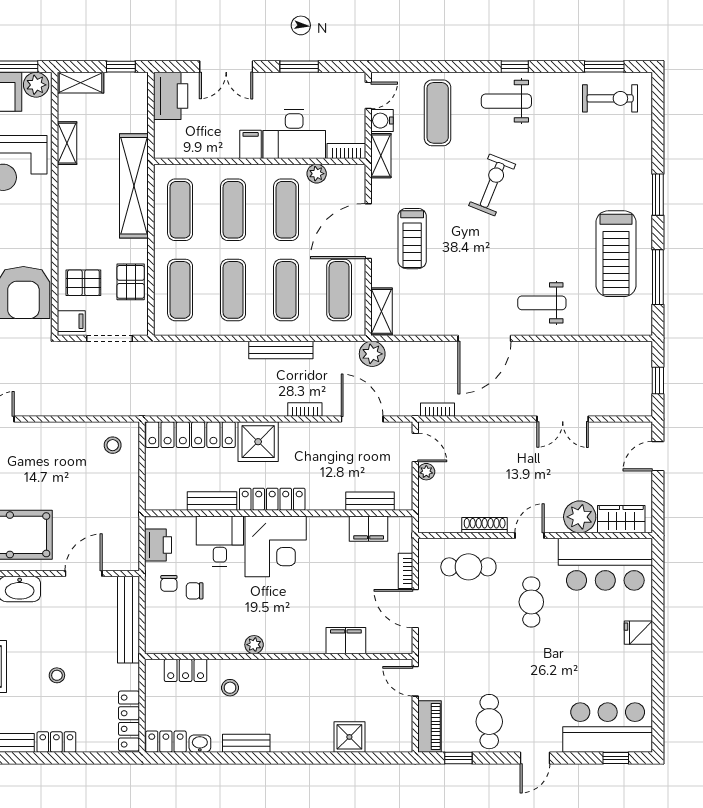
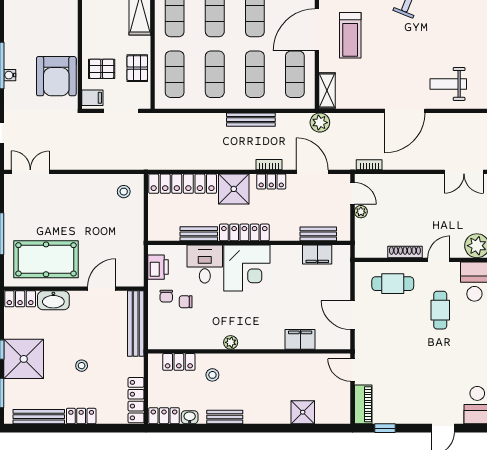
locker: (308, 432) -> (271, 181), added
bookcase: (405, 571) -> (345, 287), removed
cafe table: (489, 722) -> (408, 401), removed

